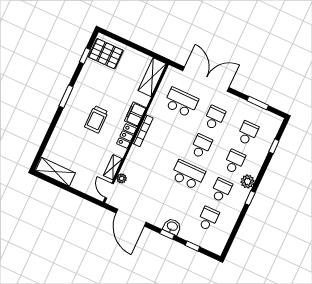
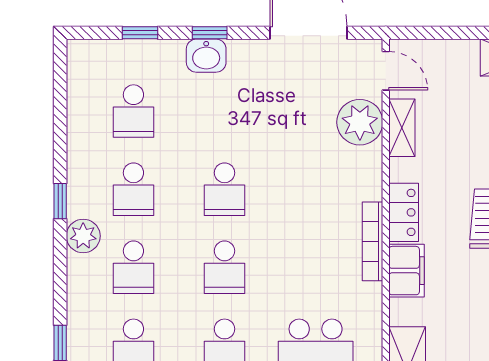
school desk: (188, 175) -> (225, 189), width x0.54
plant: (122, 178) -> (360, 122), width x1.87, depth x1.87

